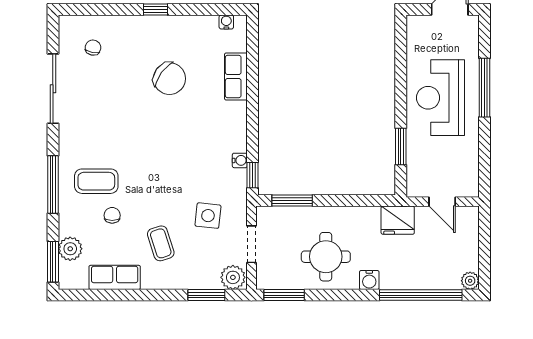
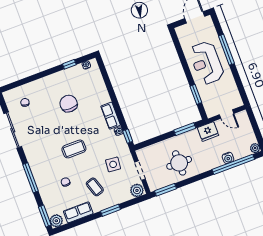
window: (156, 10) -> (69, 64), moved
row of seats: (236, 76) -> (111, 116), moved
chair: (169, 79) -> (69, 104), turned -126
coffee table: (96, 181) -> (74, 149), moved
window: (292, 201) -> (185, 129), moved
plant: (70, 249) -> (56, 221), moved
water cooler: (369, 280) -> (228, 158), moved
window: (206, 295) -> (110, 210), moved

